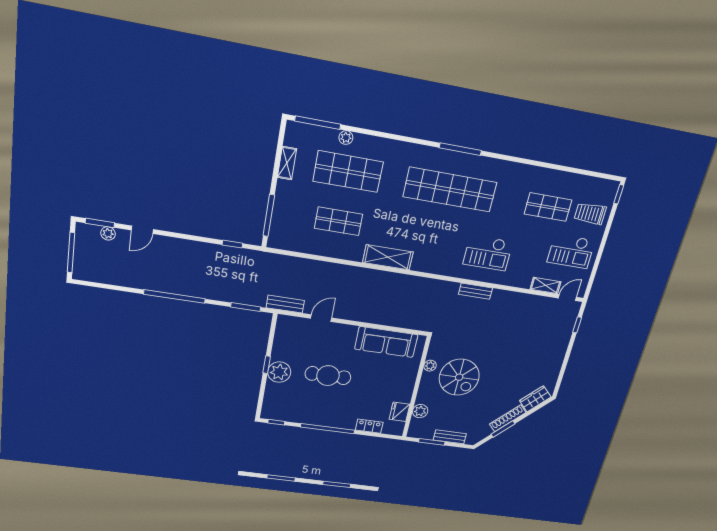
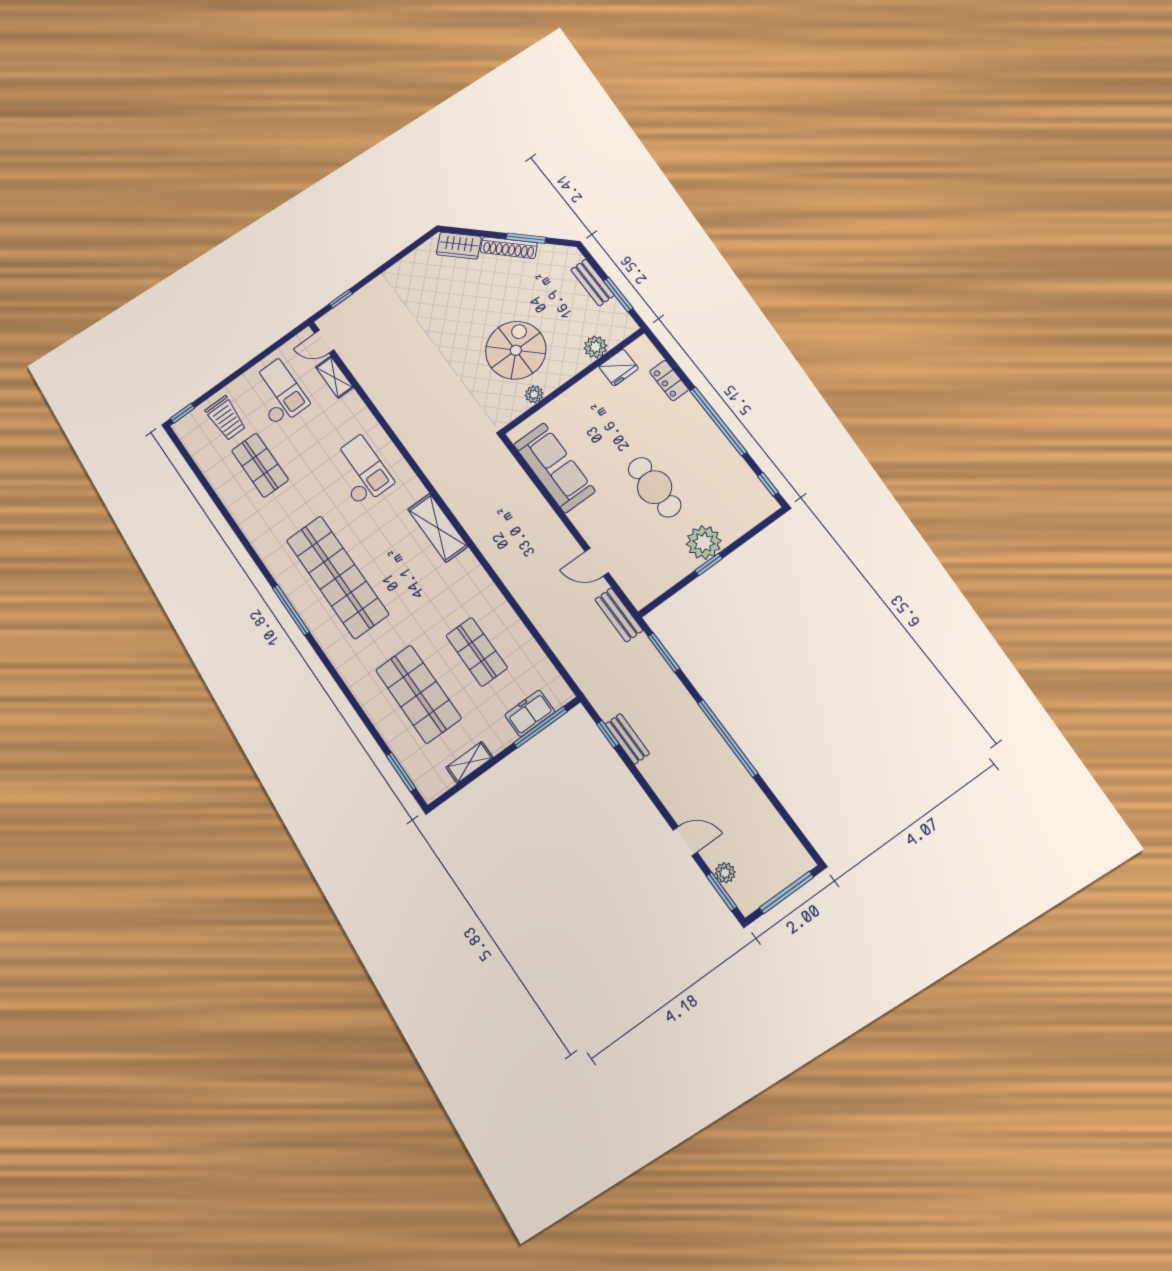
window: (318, 123) -> (401, 772), width x0.69
plant: (346, 138) -> (388, 730), removed
freezer: (281, 217) -> (530, 713), added
shelving: (388, 257) -> (438, 528), moved
bench: (476, 291) -> (627, 739), moved

